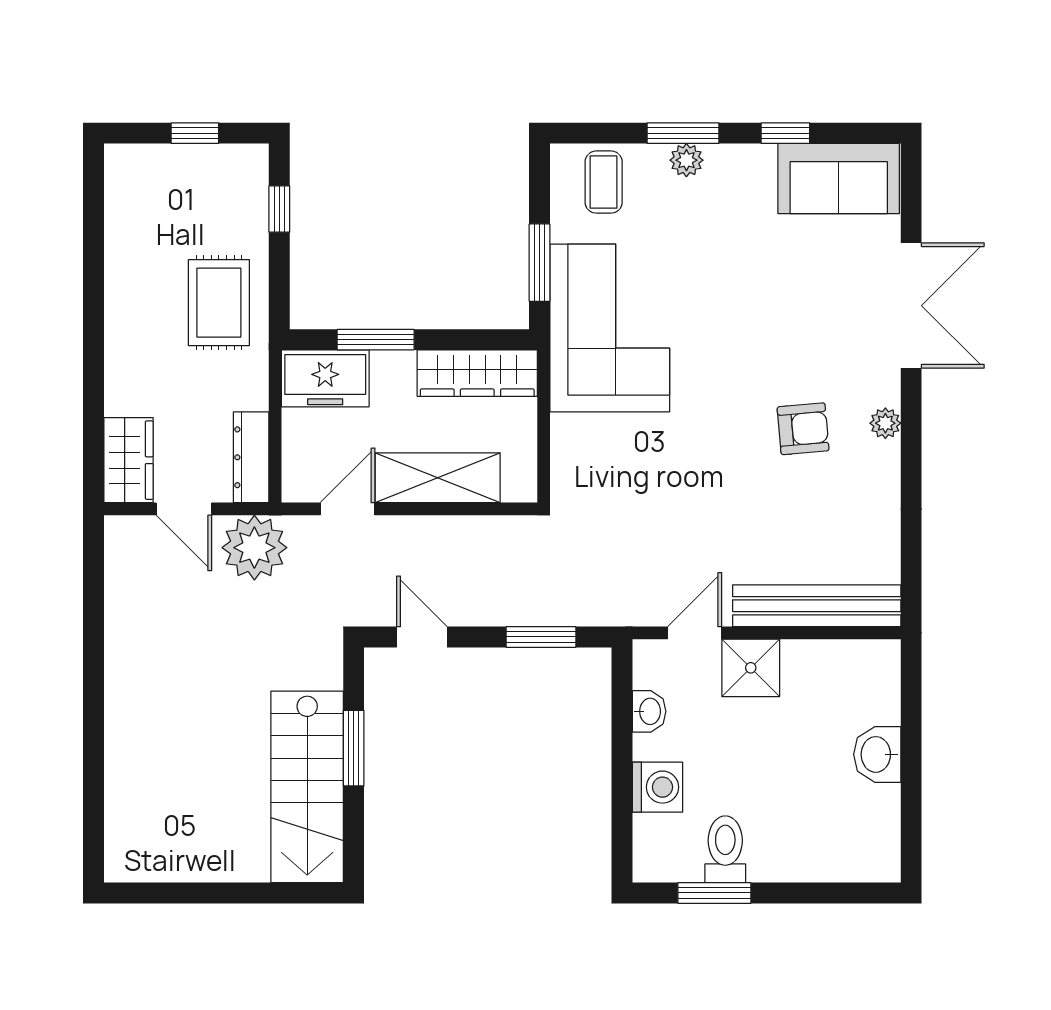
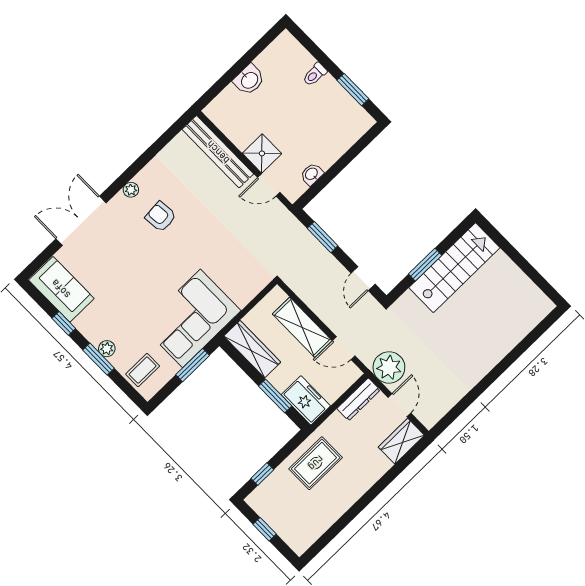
washing machine: (657, 787) -> (335, 145), removed
toilet: (725, 849) -> (315, 74), moved, width x0.73, depth x0.72

